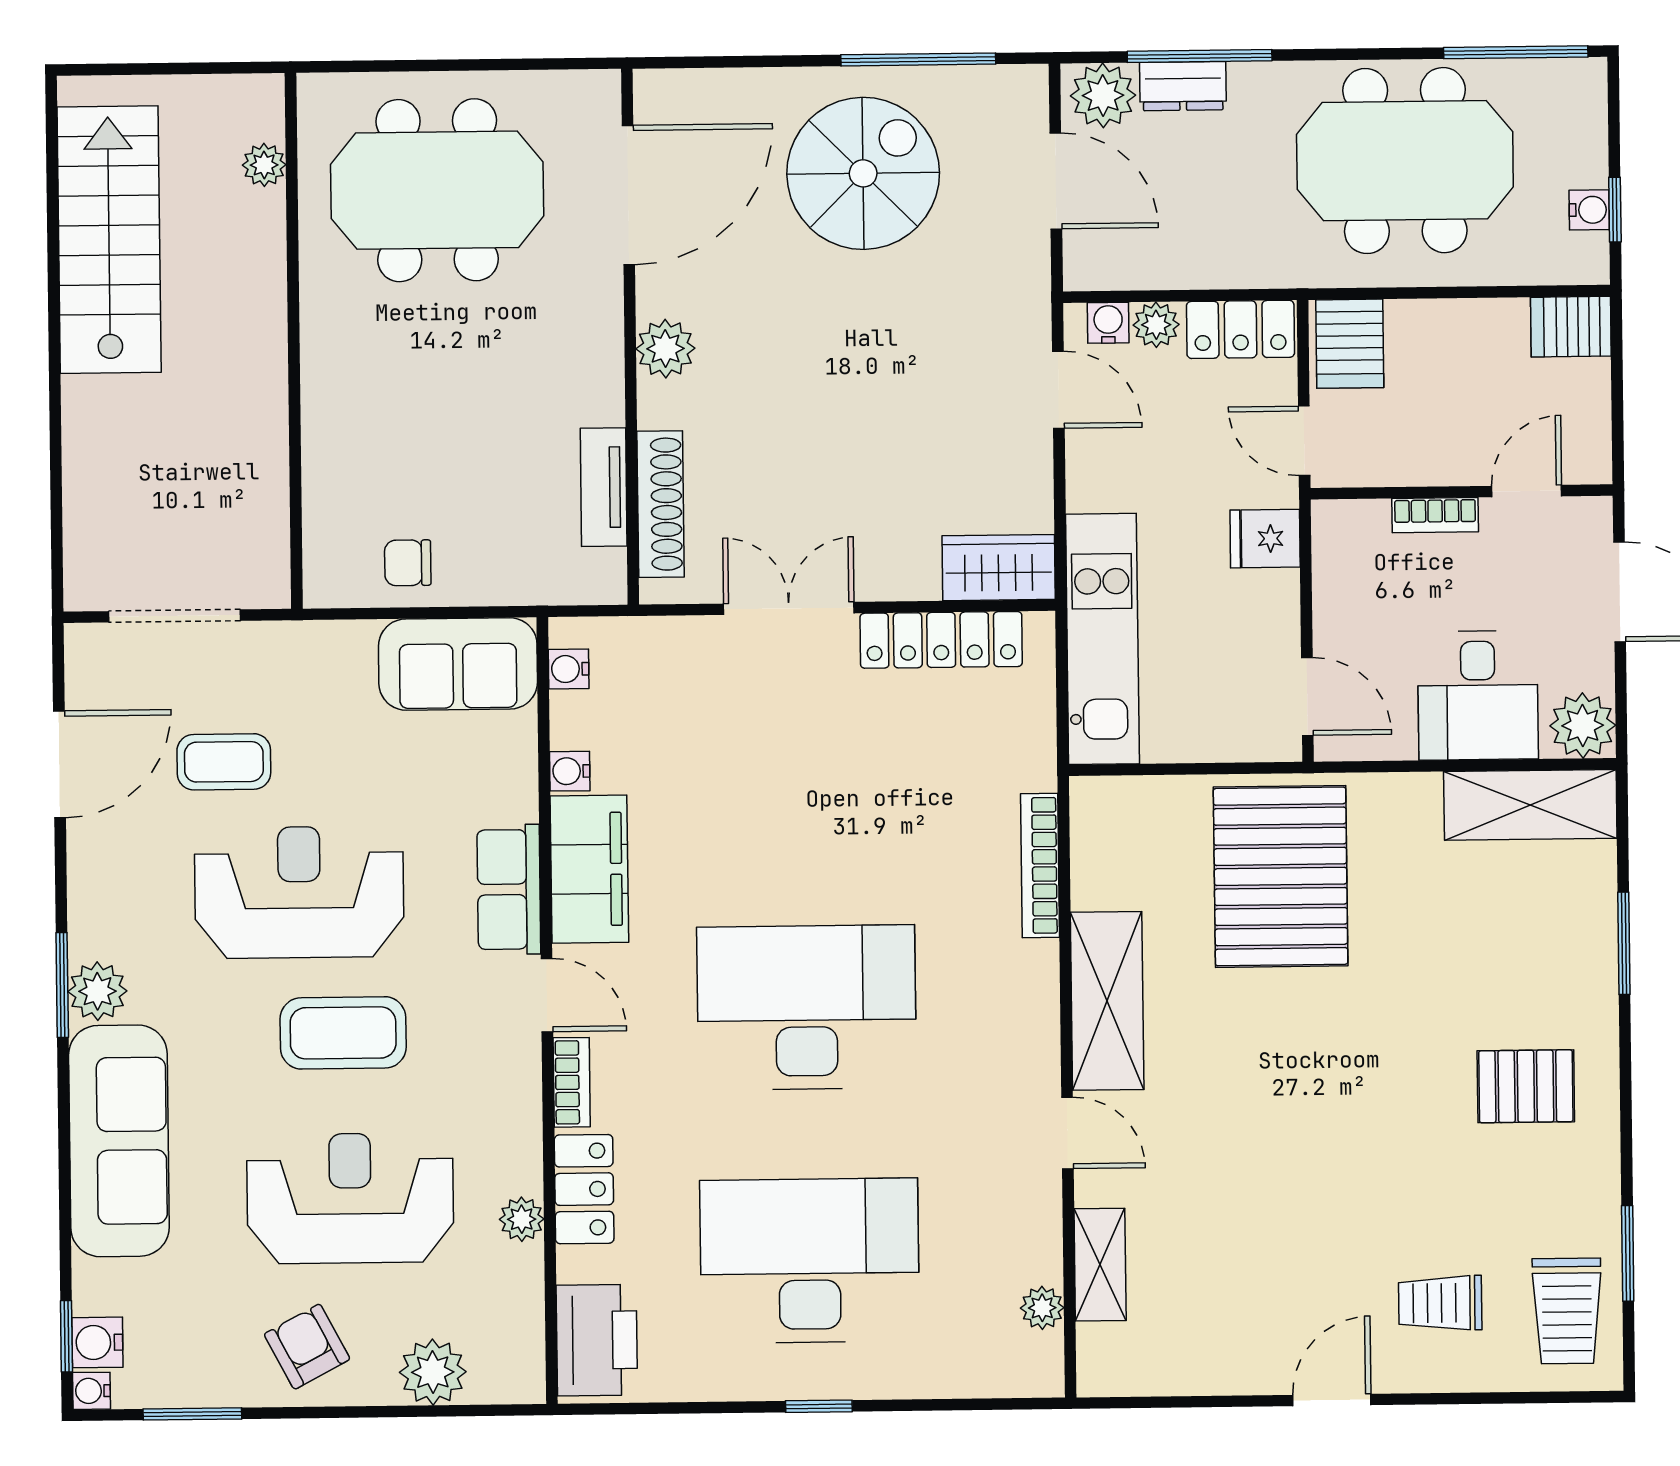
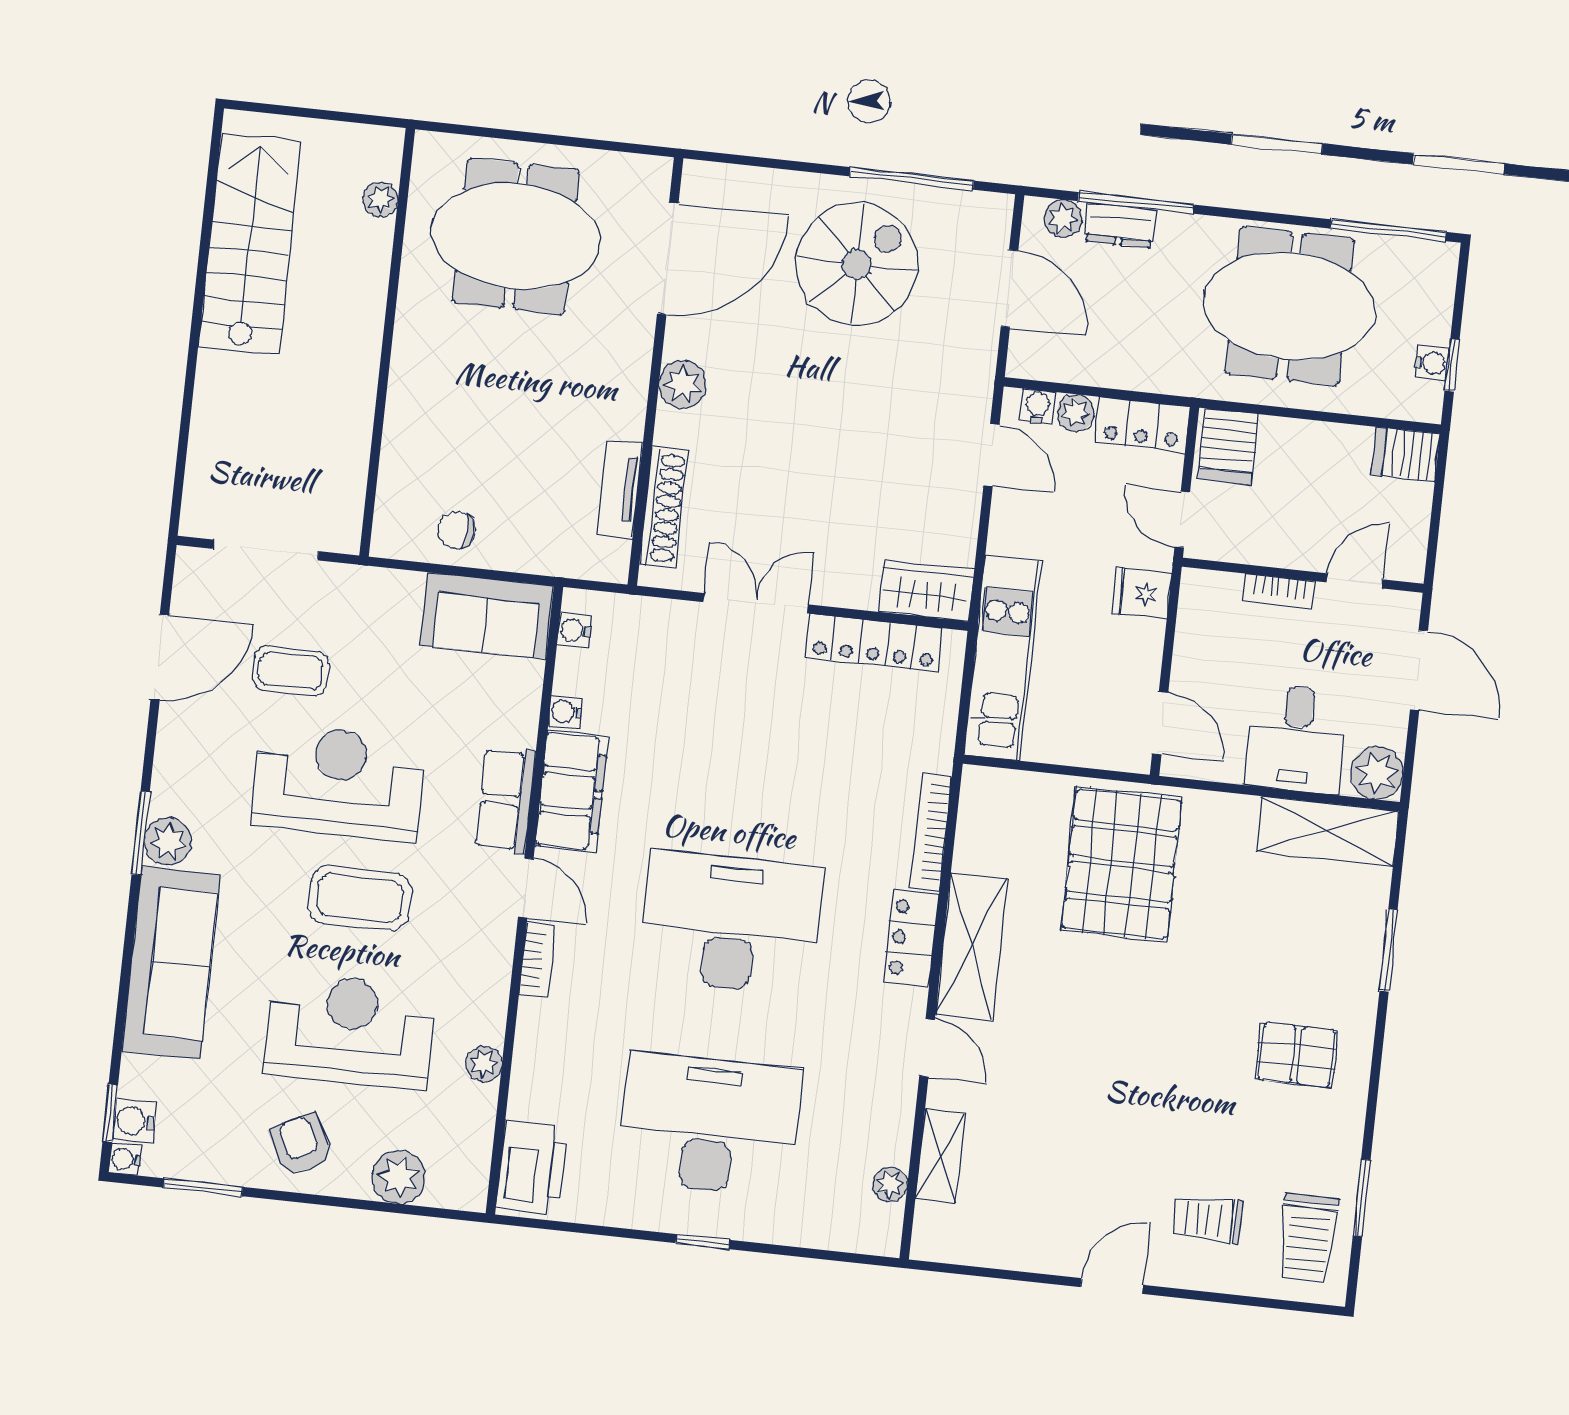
plant: (1103, 95) -> (1063, 219), width x0.73, depth x0.73
locker: (584, 1189) -> (911, 938), moved, turned 180

